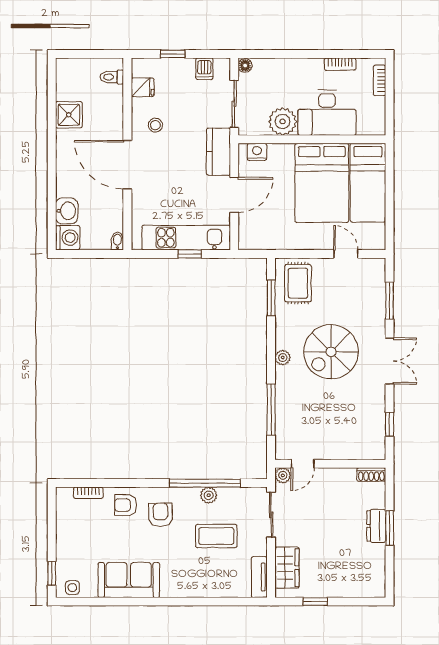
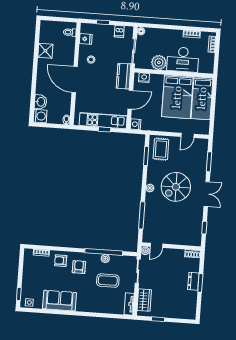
nightstand: (247, 240) -> (136, 124), added
door: (346, 254) -> (187, 135), swing flipped

